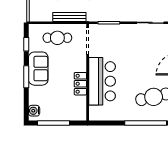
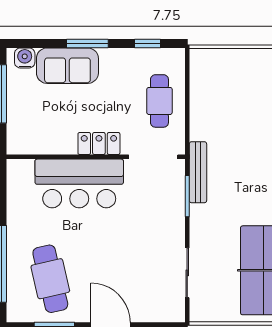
bench: (69, 17) -> (198, 172), moved
sofa: (38, 69) -> (67, 66), moved
locker: (80, 84) -> (99, 143), moved

